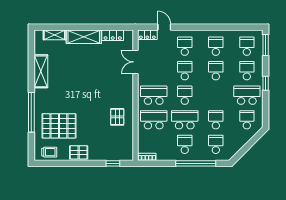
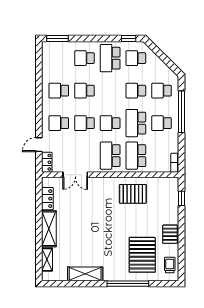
school desk: (247, 46) -> (59, 58), removed
window: (266, 83) -> (129, 38), moved
pallet: (117, 117) -> (133, 194), width x1.50, depth x1.42

